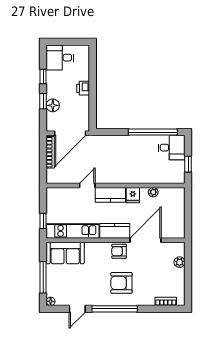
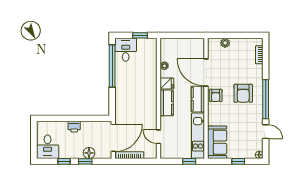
door: (70, 133) -> (113, 138), hinge flipped
door: (87, 185) -> (159, 137), moved
window: (43, 277) -> (238, 161), width x0.46

